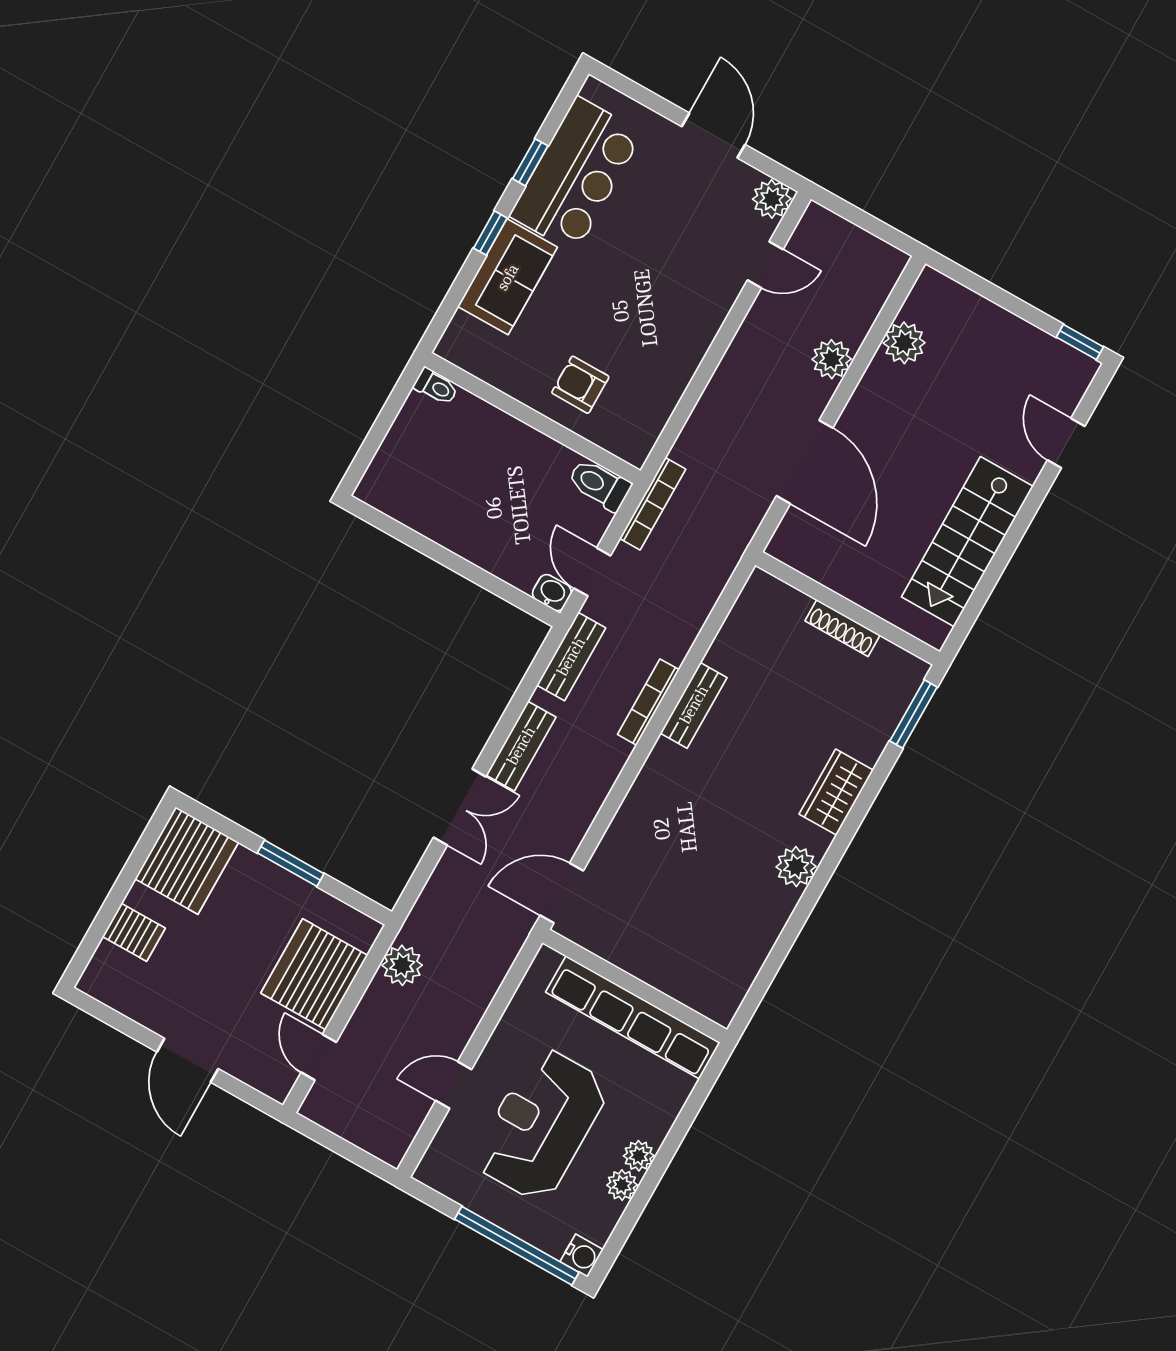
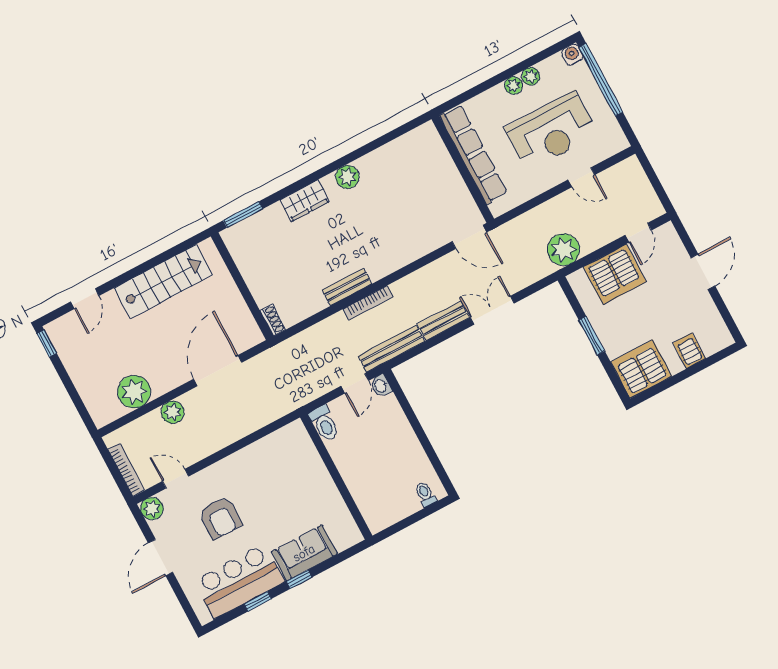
plant: (904, 343) -> (134, 392), width x1.36, depth x1.36
armchair: (580, 385) -> (220, 518), moved, width x1.38, depth x1.38
toilet: (436, 387) -> (425, 494), moved
bookcase: (653, 504) -> (126, 470), moved, turned 90
shoe rack: (843, 628) -> (273, 320), moved, width x0.70
bench: (571, 657) -> (391, 349), width x1.36
plant: (402, 965) -> (564, 250), width x1.36, depth x1.36

